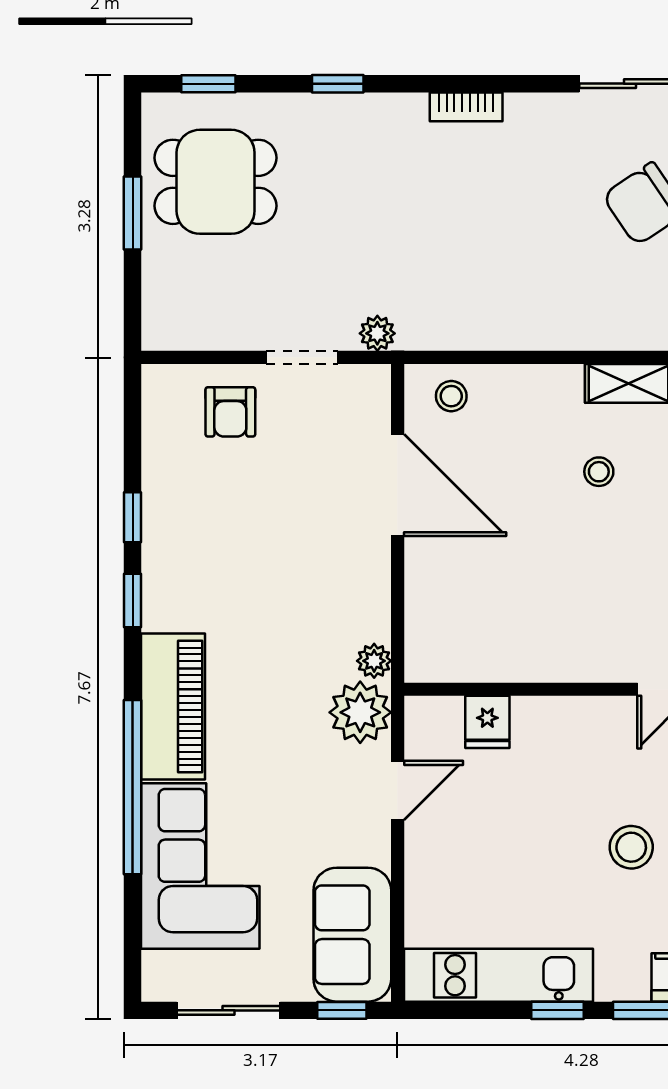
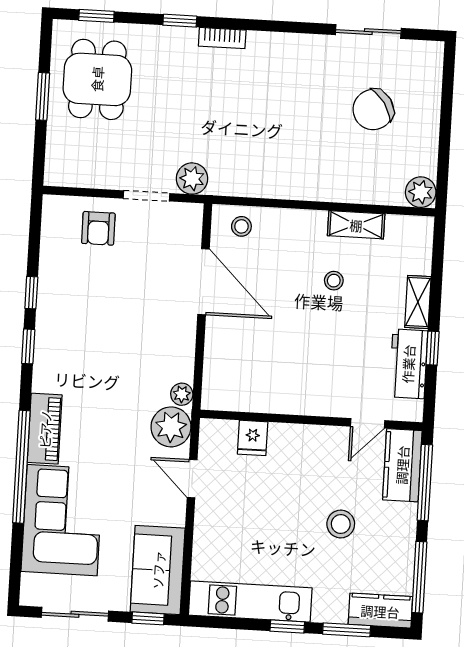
bookcase: (466, 107) -> (222, 38), moved
dining table: (216, 182) -> (97, 79), turned 90
plant: (377, 333) -> (192, 179), width x1.38, depth x1.38
piano: (173, 707) -> (45, 429), width x0.73, depth x0.75
door: (398, 790) -> (192, 479), swing flipped

